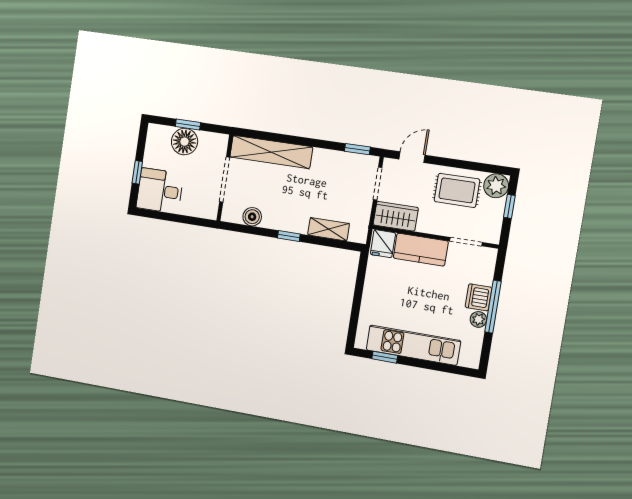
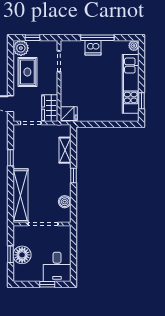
window: (357, 149) -> (10, 158), moved
kitchen counter: (421, 250) -> (69, 89), removed
plant: (478, 319) -> (134, 46), moved

